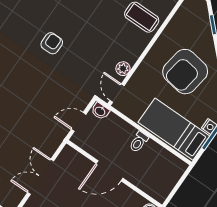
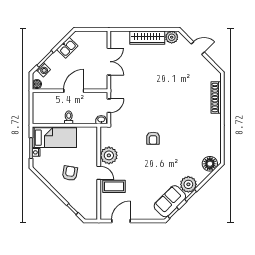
plant: (123, 69) -> (109, 155), width x1.87, depth x1.87
armchair: (185, 72) -> (70, 173), width x0.53, depth x0.53
door: (117, 93) -> (99, 173), moved

